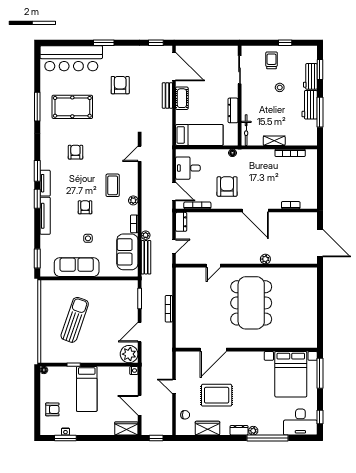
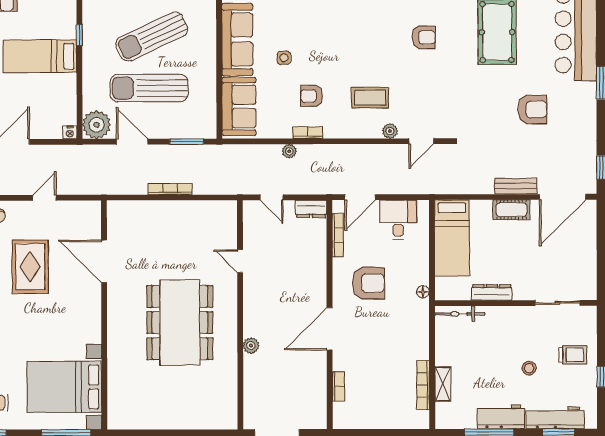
workbench: (310, 76) -> (555, 418), width x1.37
shelving: (274, 141) -> (443, 384), moved
door: (140, 154) -> (421, 141), swing flipped
plant: (133, 200) -> (390, 131), moved
armchair: (85, 207) -> (312, 96), moved, turned 180
sofa: (127, 252) -> (239, 106), moved, turned 90
bench: (146, 257) -> (253, 152), removed
dining table: (251, 303) -> (180, 323), turned 90
sun lounger: (75, 320) -> (152, 36), turned 136
sun lounger: (106, 322) -> (149, 88), added

